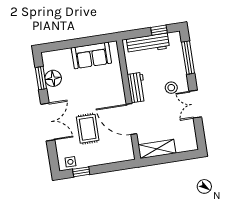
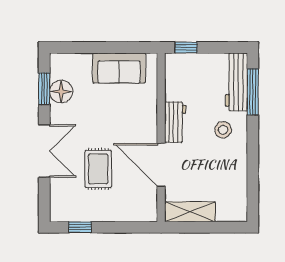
window: (159, 30) -> (186, 47), moved
workbench: (148, 44) -> (236, 82), moved, turned 90
double door: (195, 104) -> (253, 158), removed
side table: (70, 162) -> (67, 211), removed

